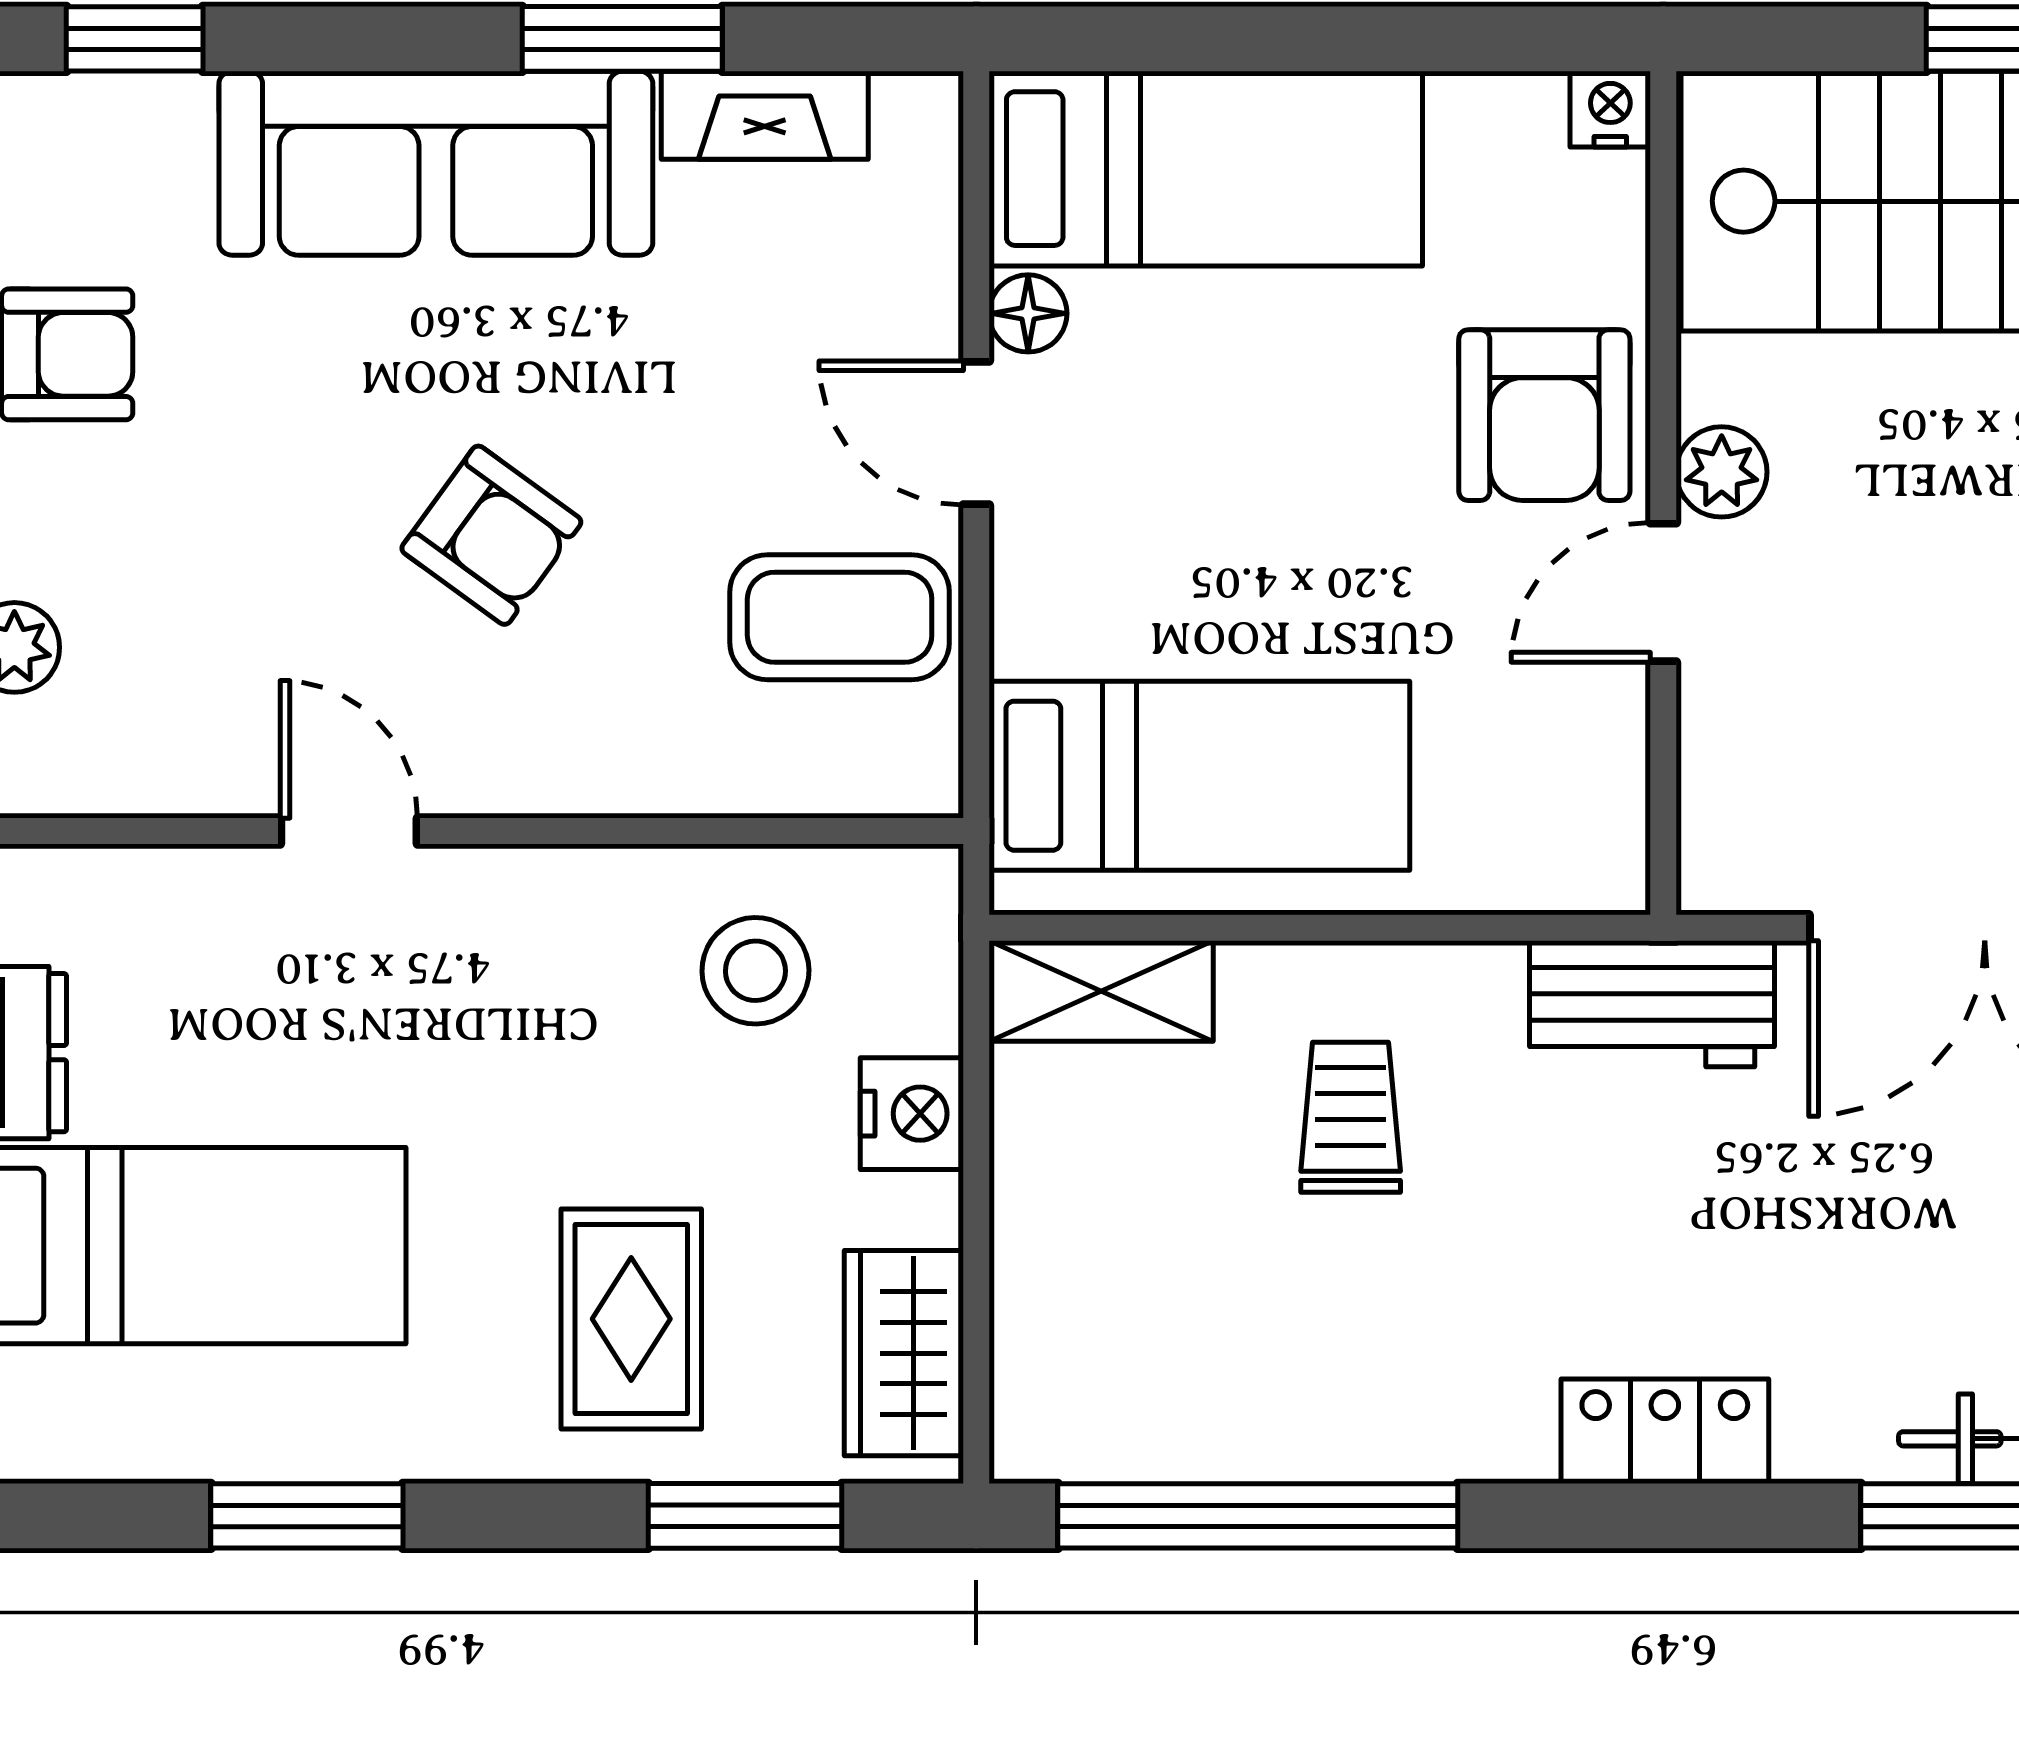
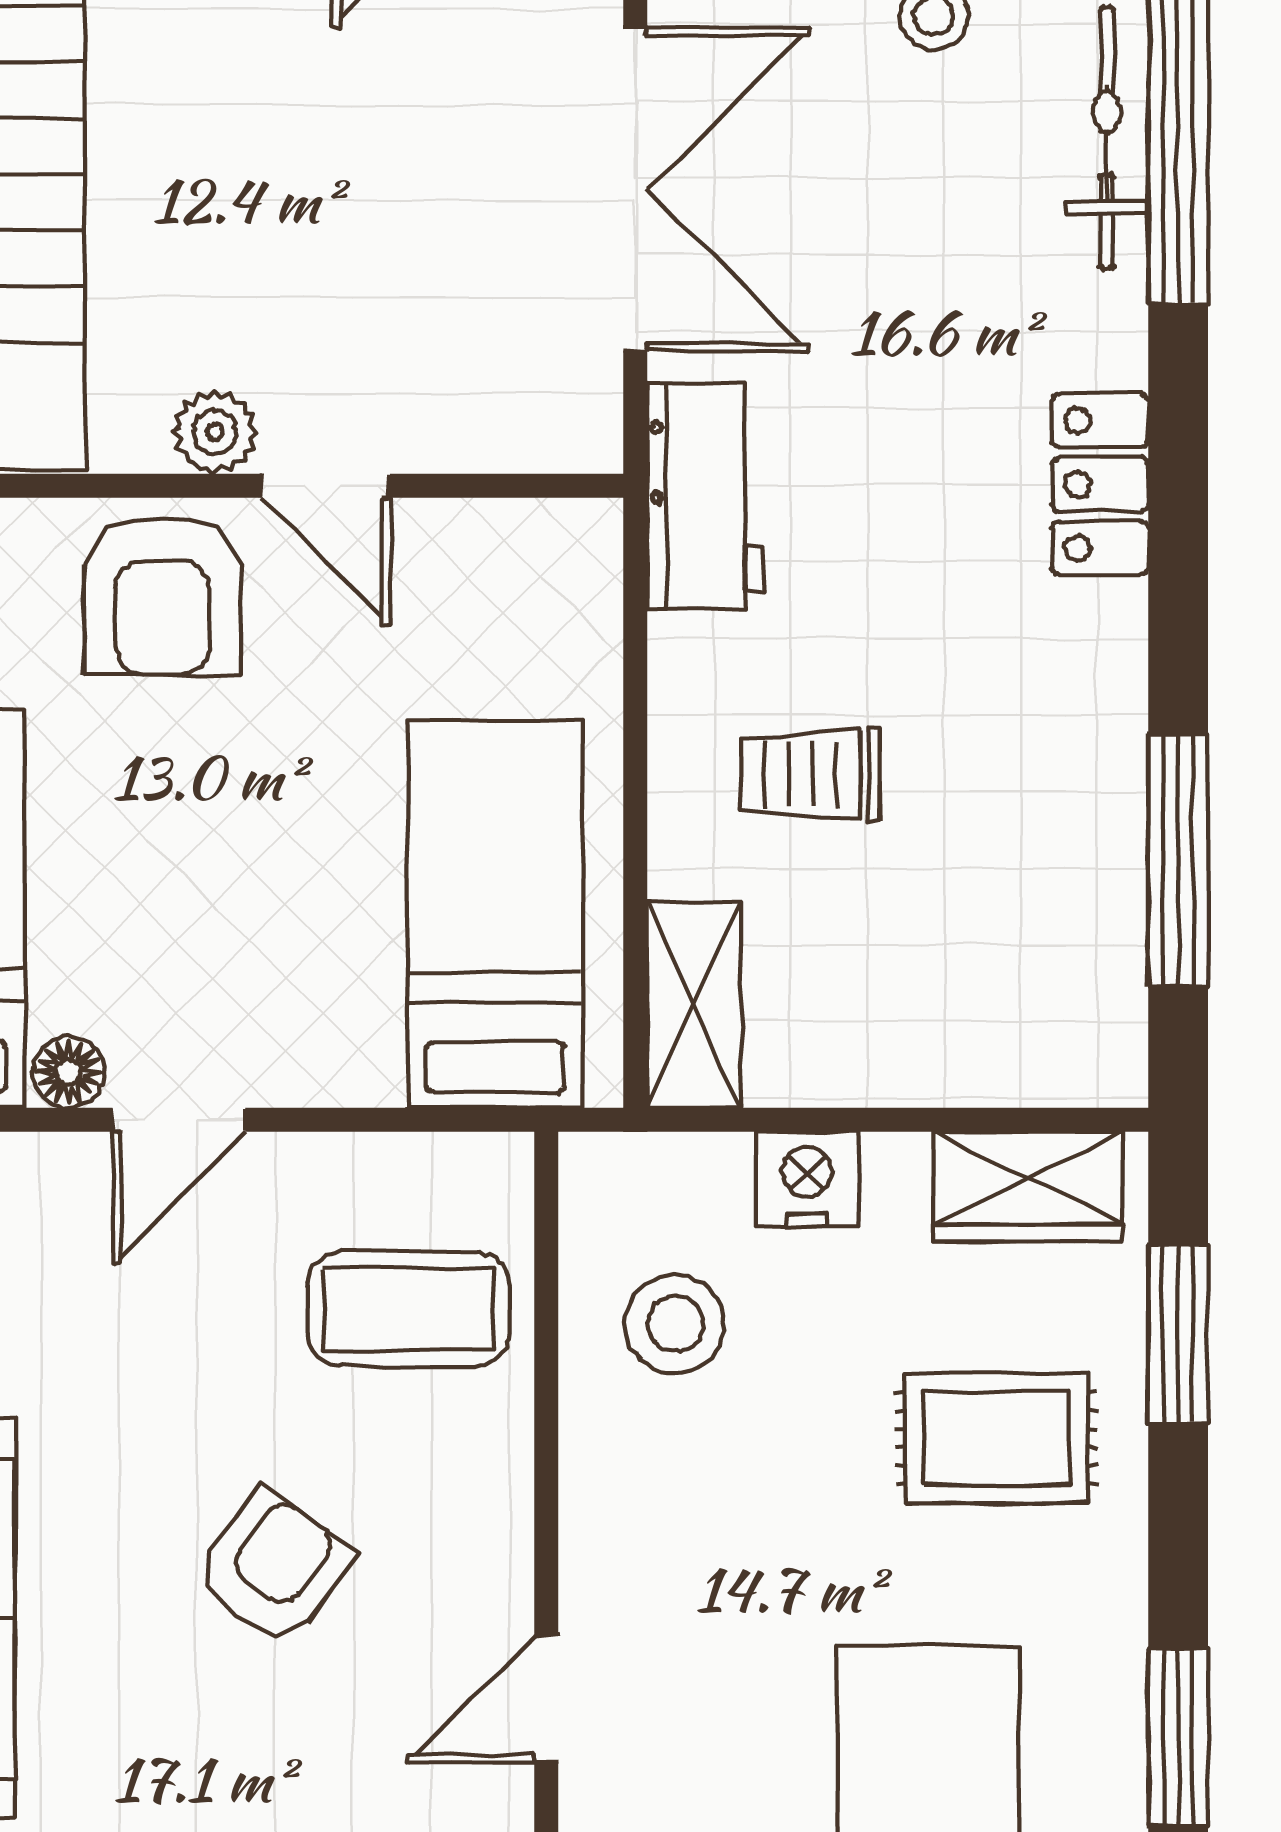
armchair: (1544, 415) -> (162, 596), turned 90
coffee table: (840, 617) -> (408, 1309), moved, turned 90
window: (1258, 1516) -> (1178, 860), width x0.68

